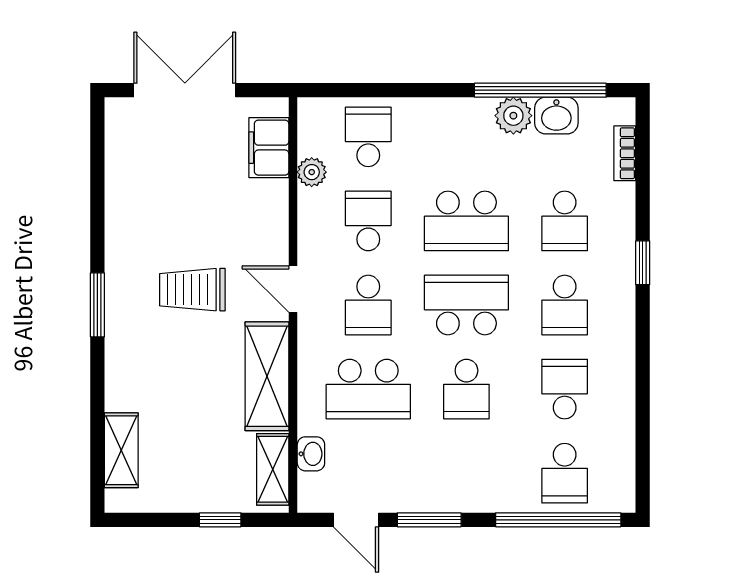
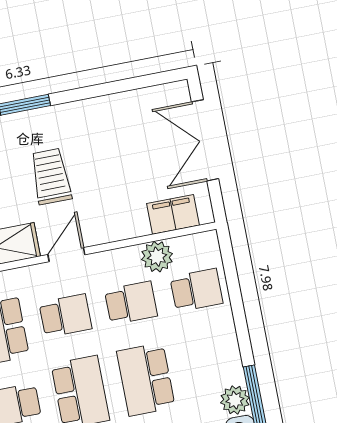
double door: (185, 90) -> (205, 140), swing flipped
plant: (312, 172) -> (157, 257), width x1.38, depth x1.38
school desk: (368, 305) -> (65, 316), turned 180

